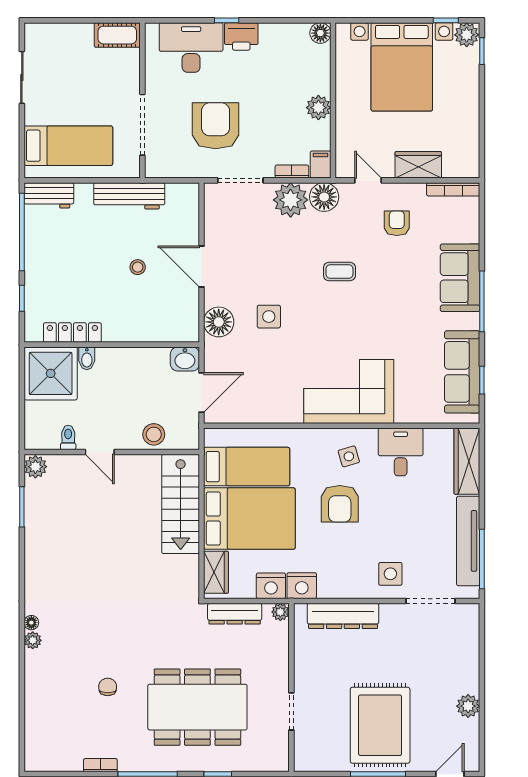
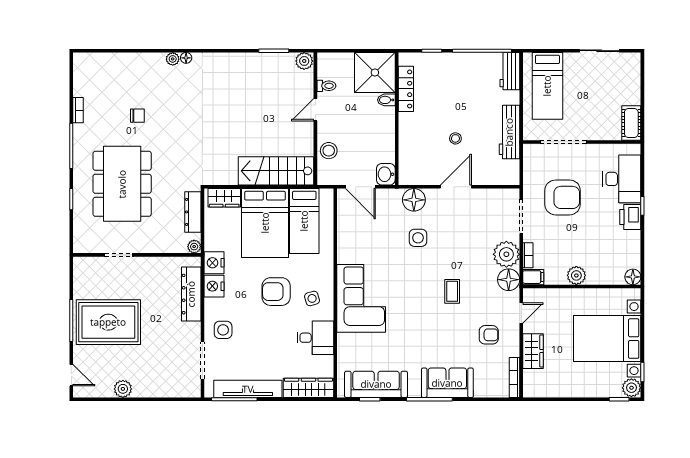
nightstand: (271, 586) -> (214, 286), moved

